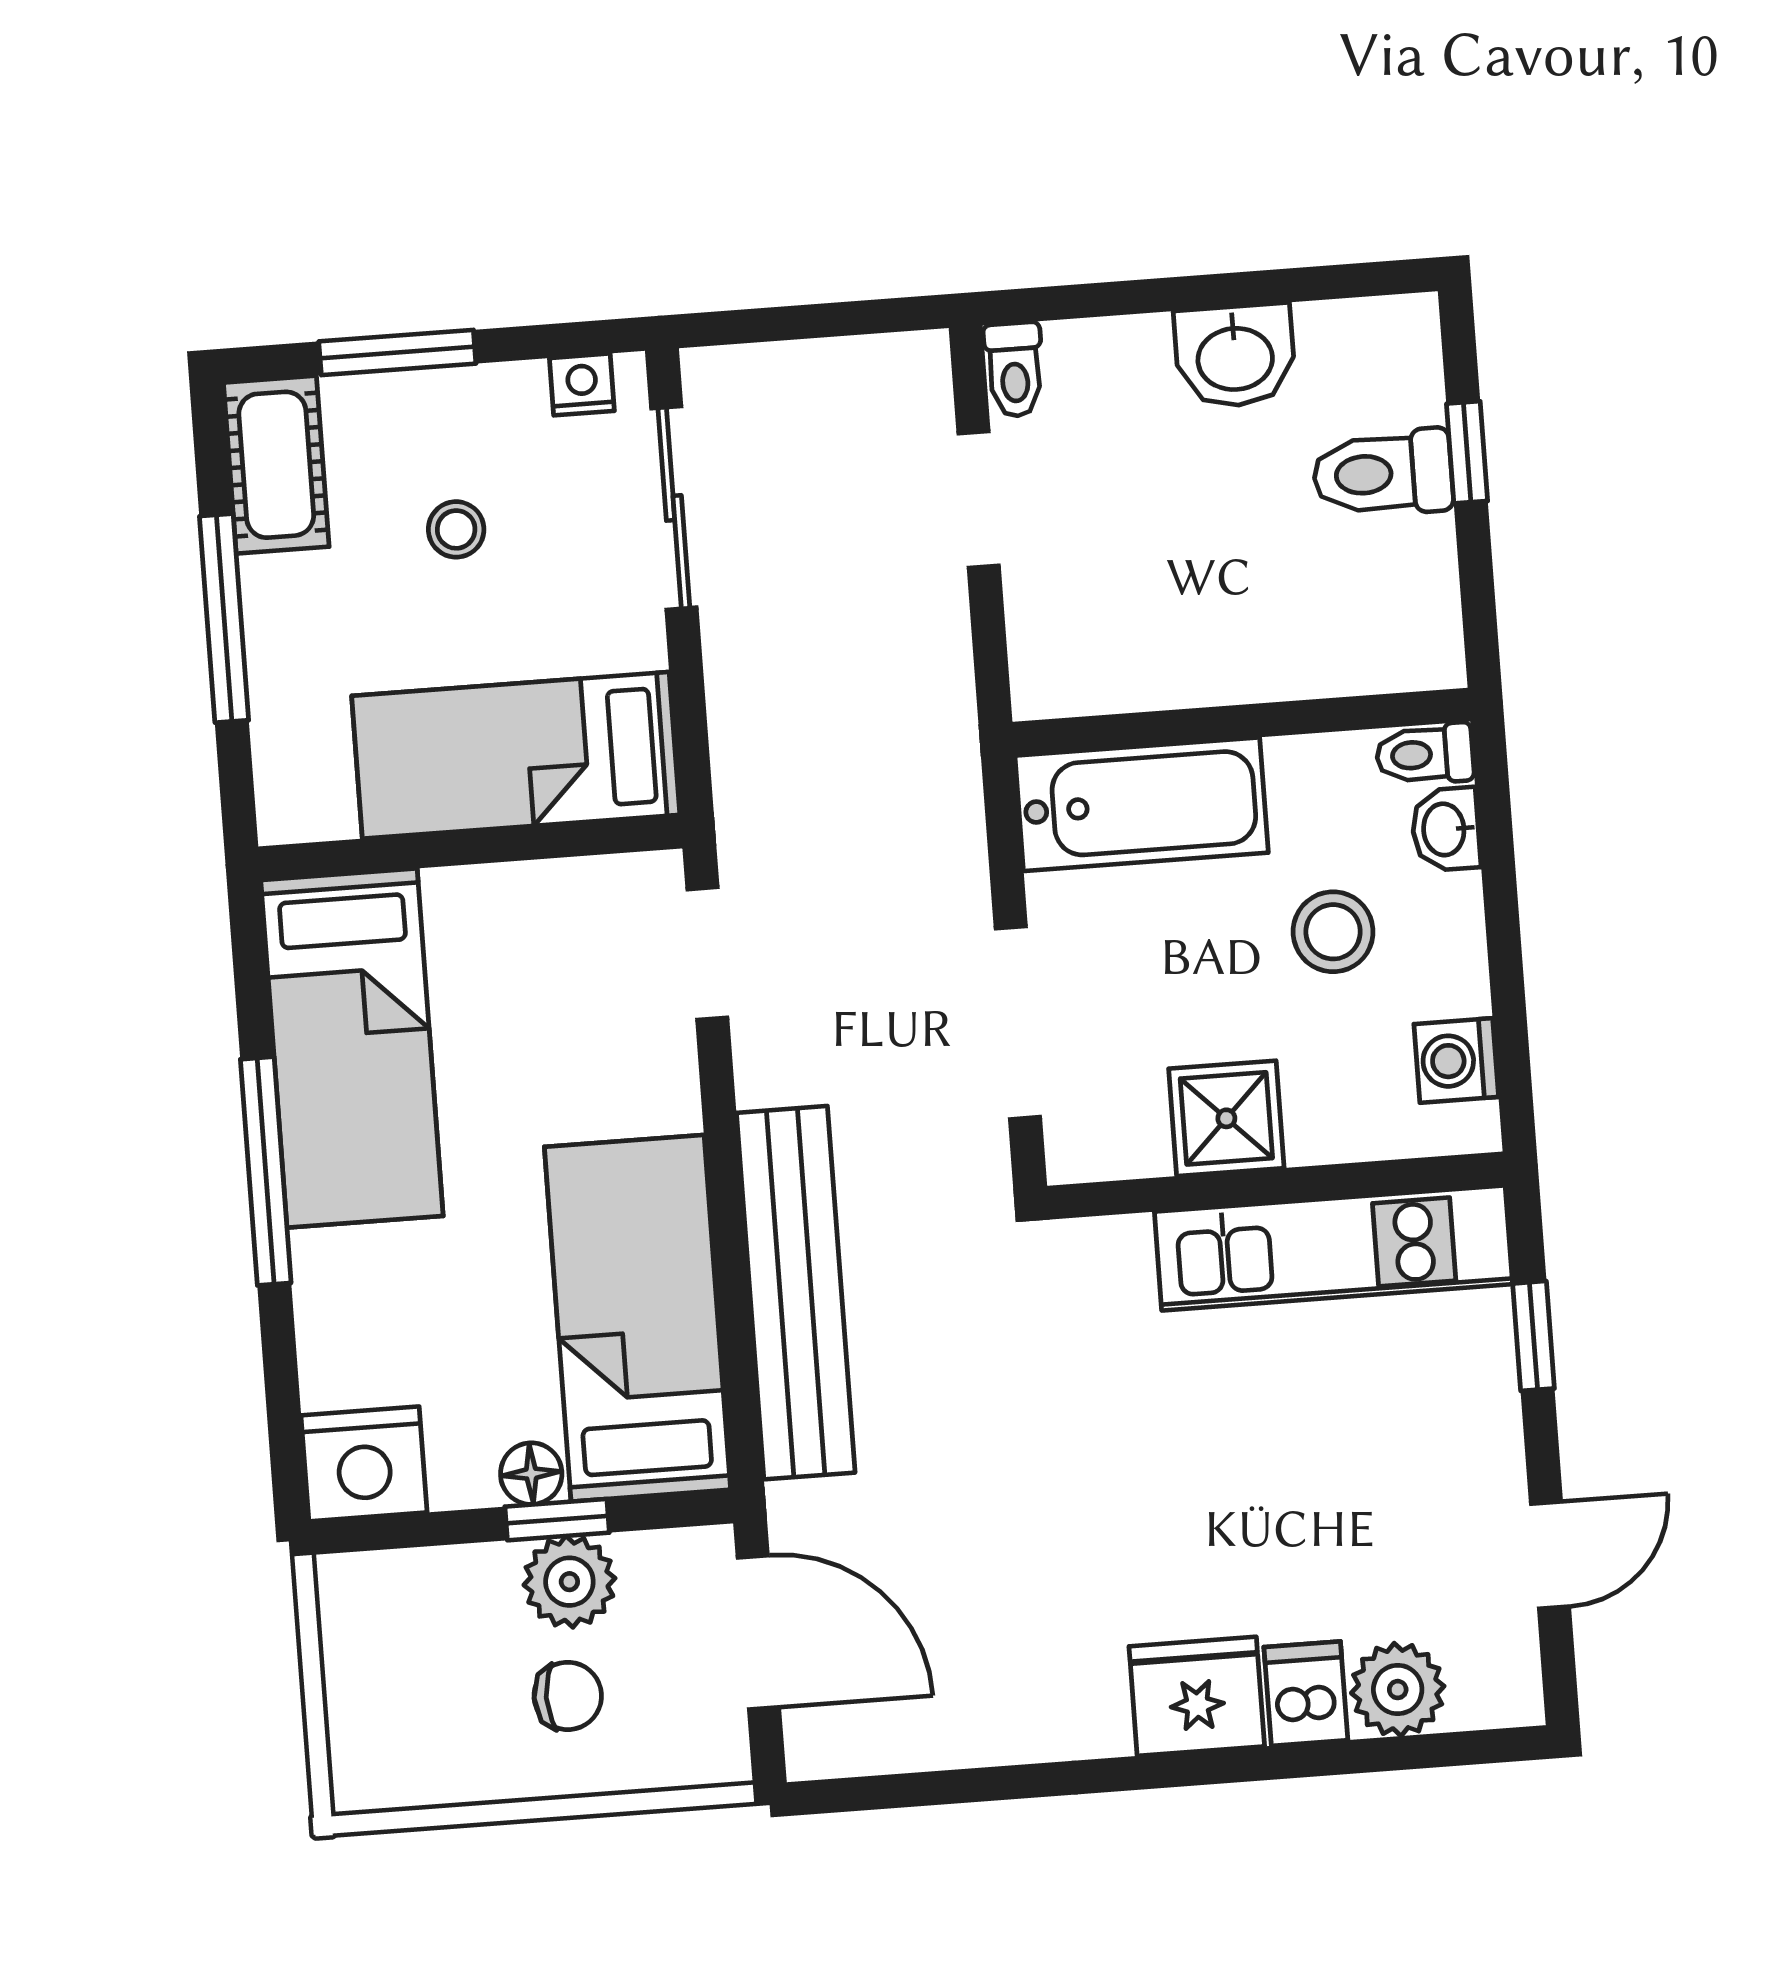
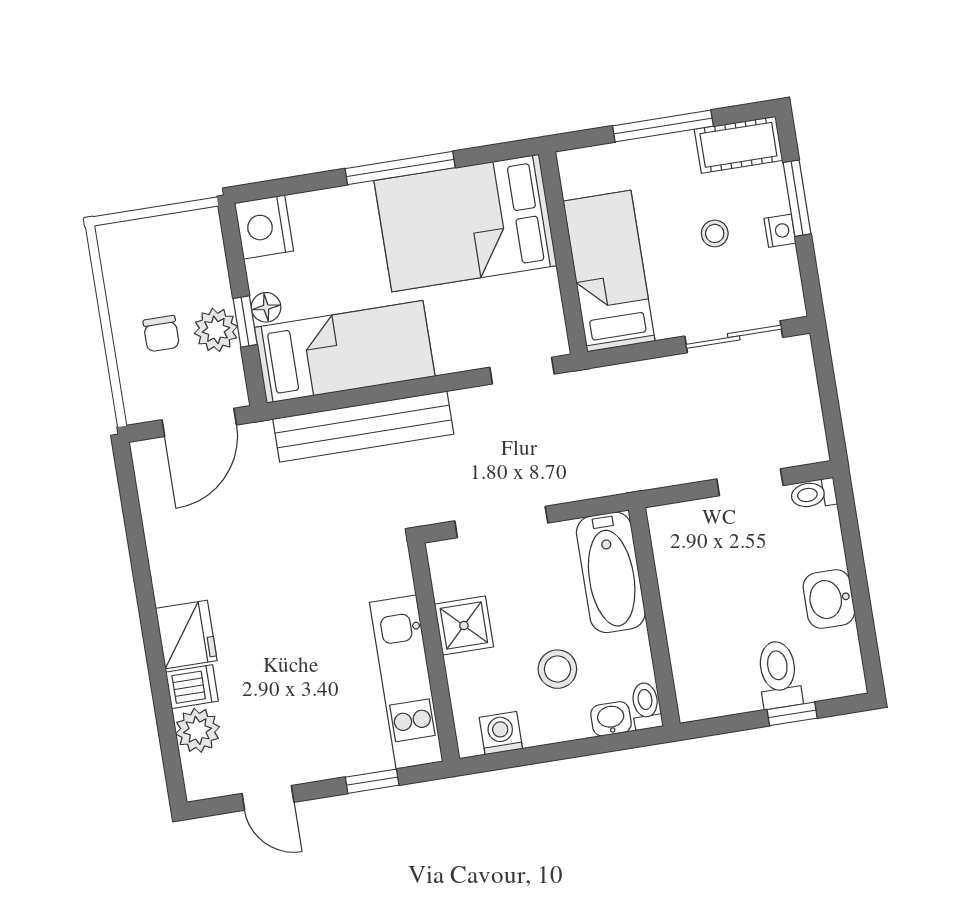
nightstand: (582, 384) -> (780, 231), moved
bed: (352, 1048) -> (465, 223), width x1.50

